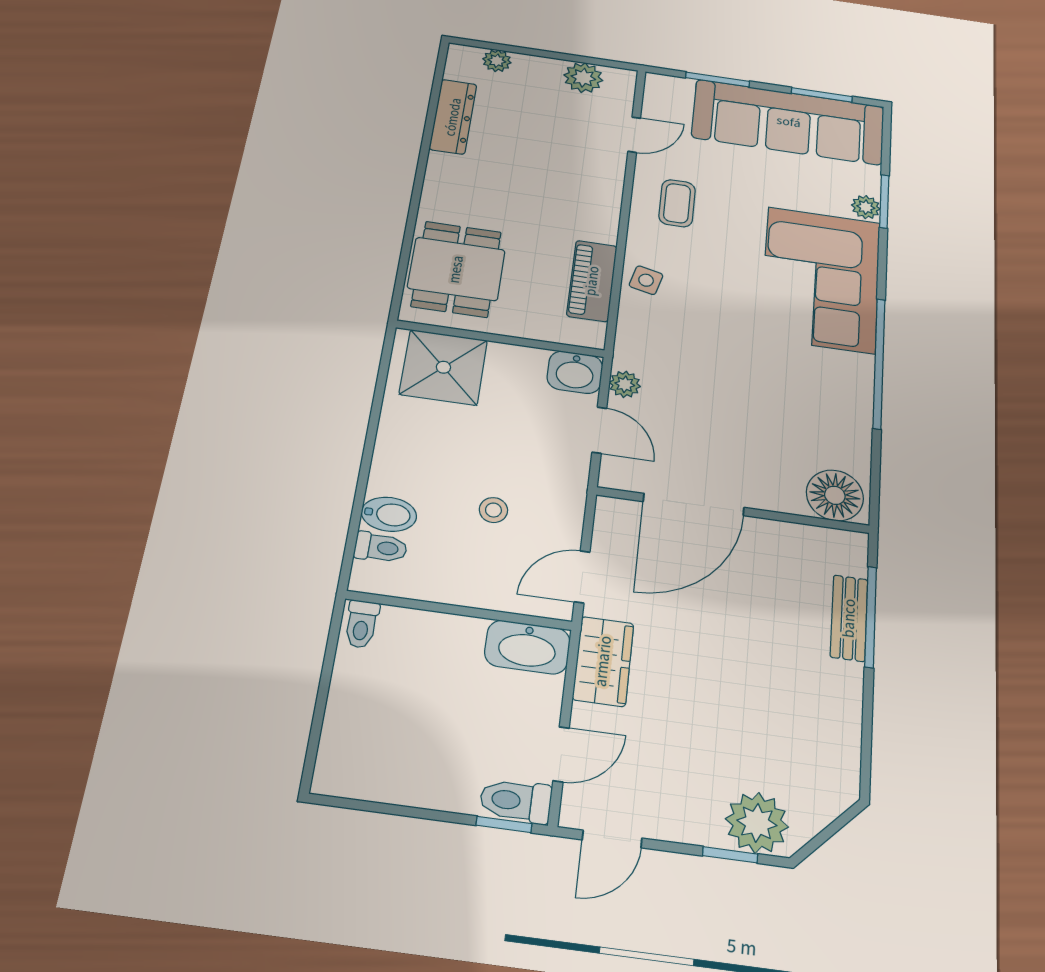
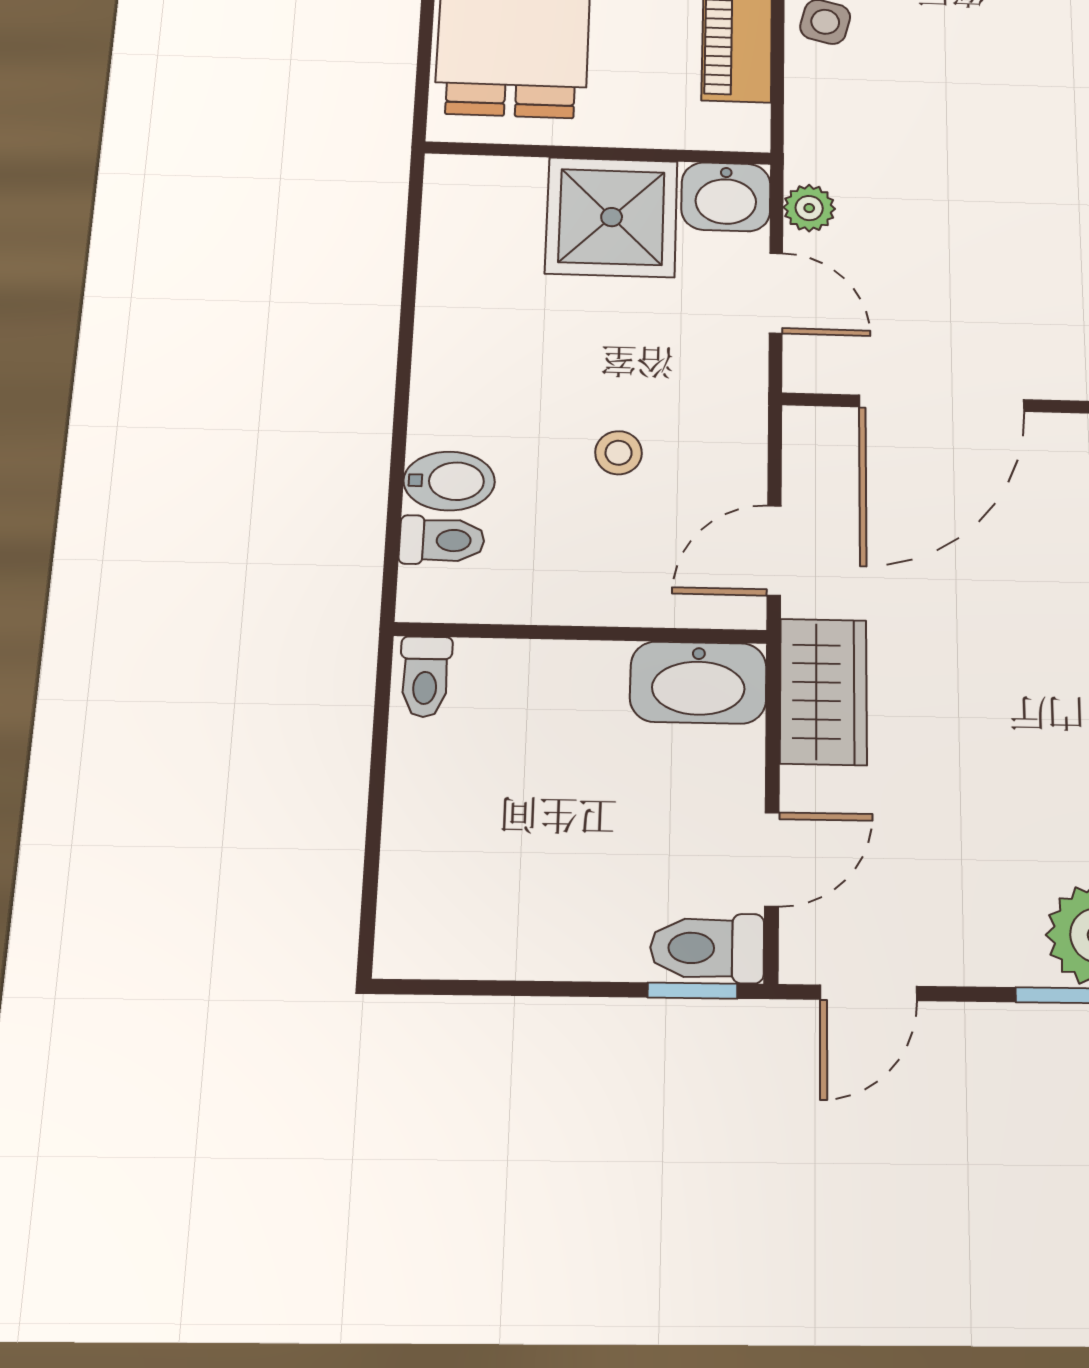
shower: (443, 367) -> (612, 217), moved

